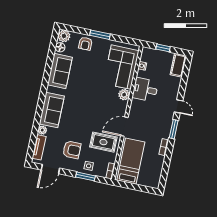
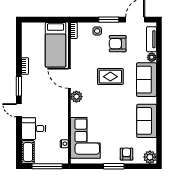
floor lamp: (60, 47) -> (151, 145), removed
window: (163, 48) -> (47, 166), width x2.17
desk: (145, 90) -> (34, 129), moved, turned 180
plant: (124, 95) -> (76, 97), moved
door: (124, 127) -> (69, 78), swing flipped
rug: (103, 142) -> (110, 77), moved
window: (86, 176) -> (109, 20), moved

